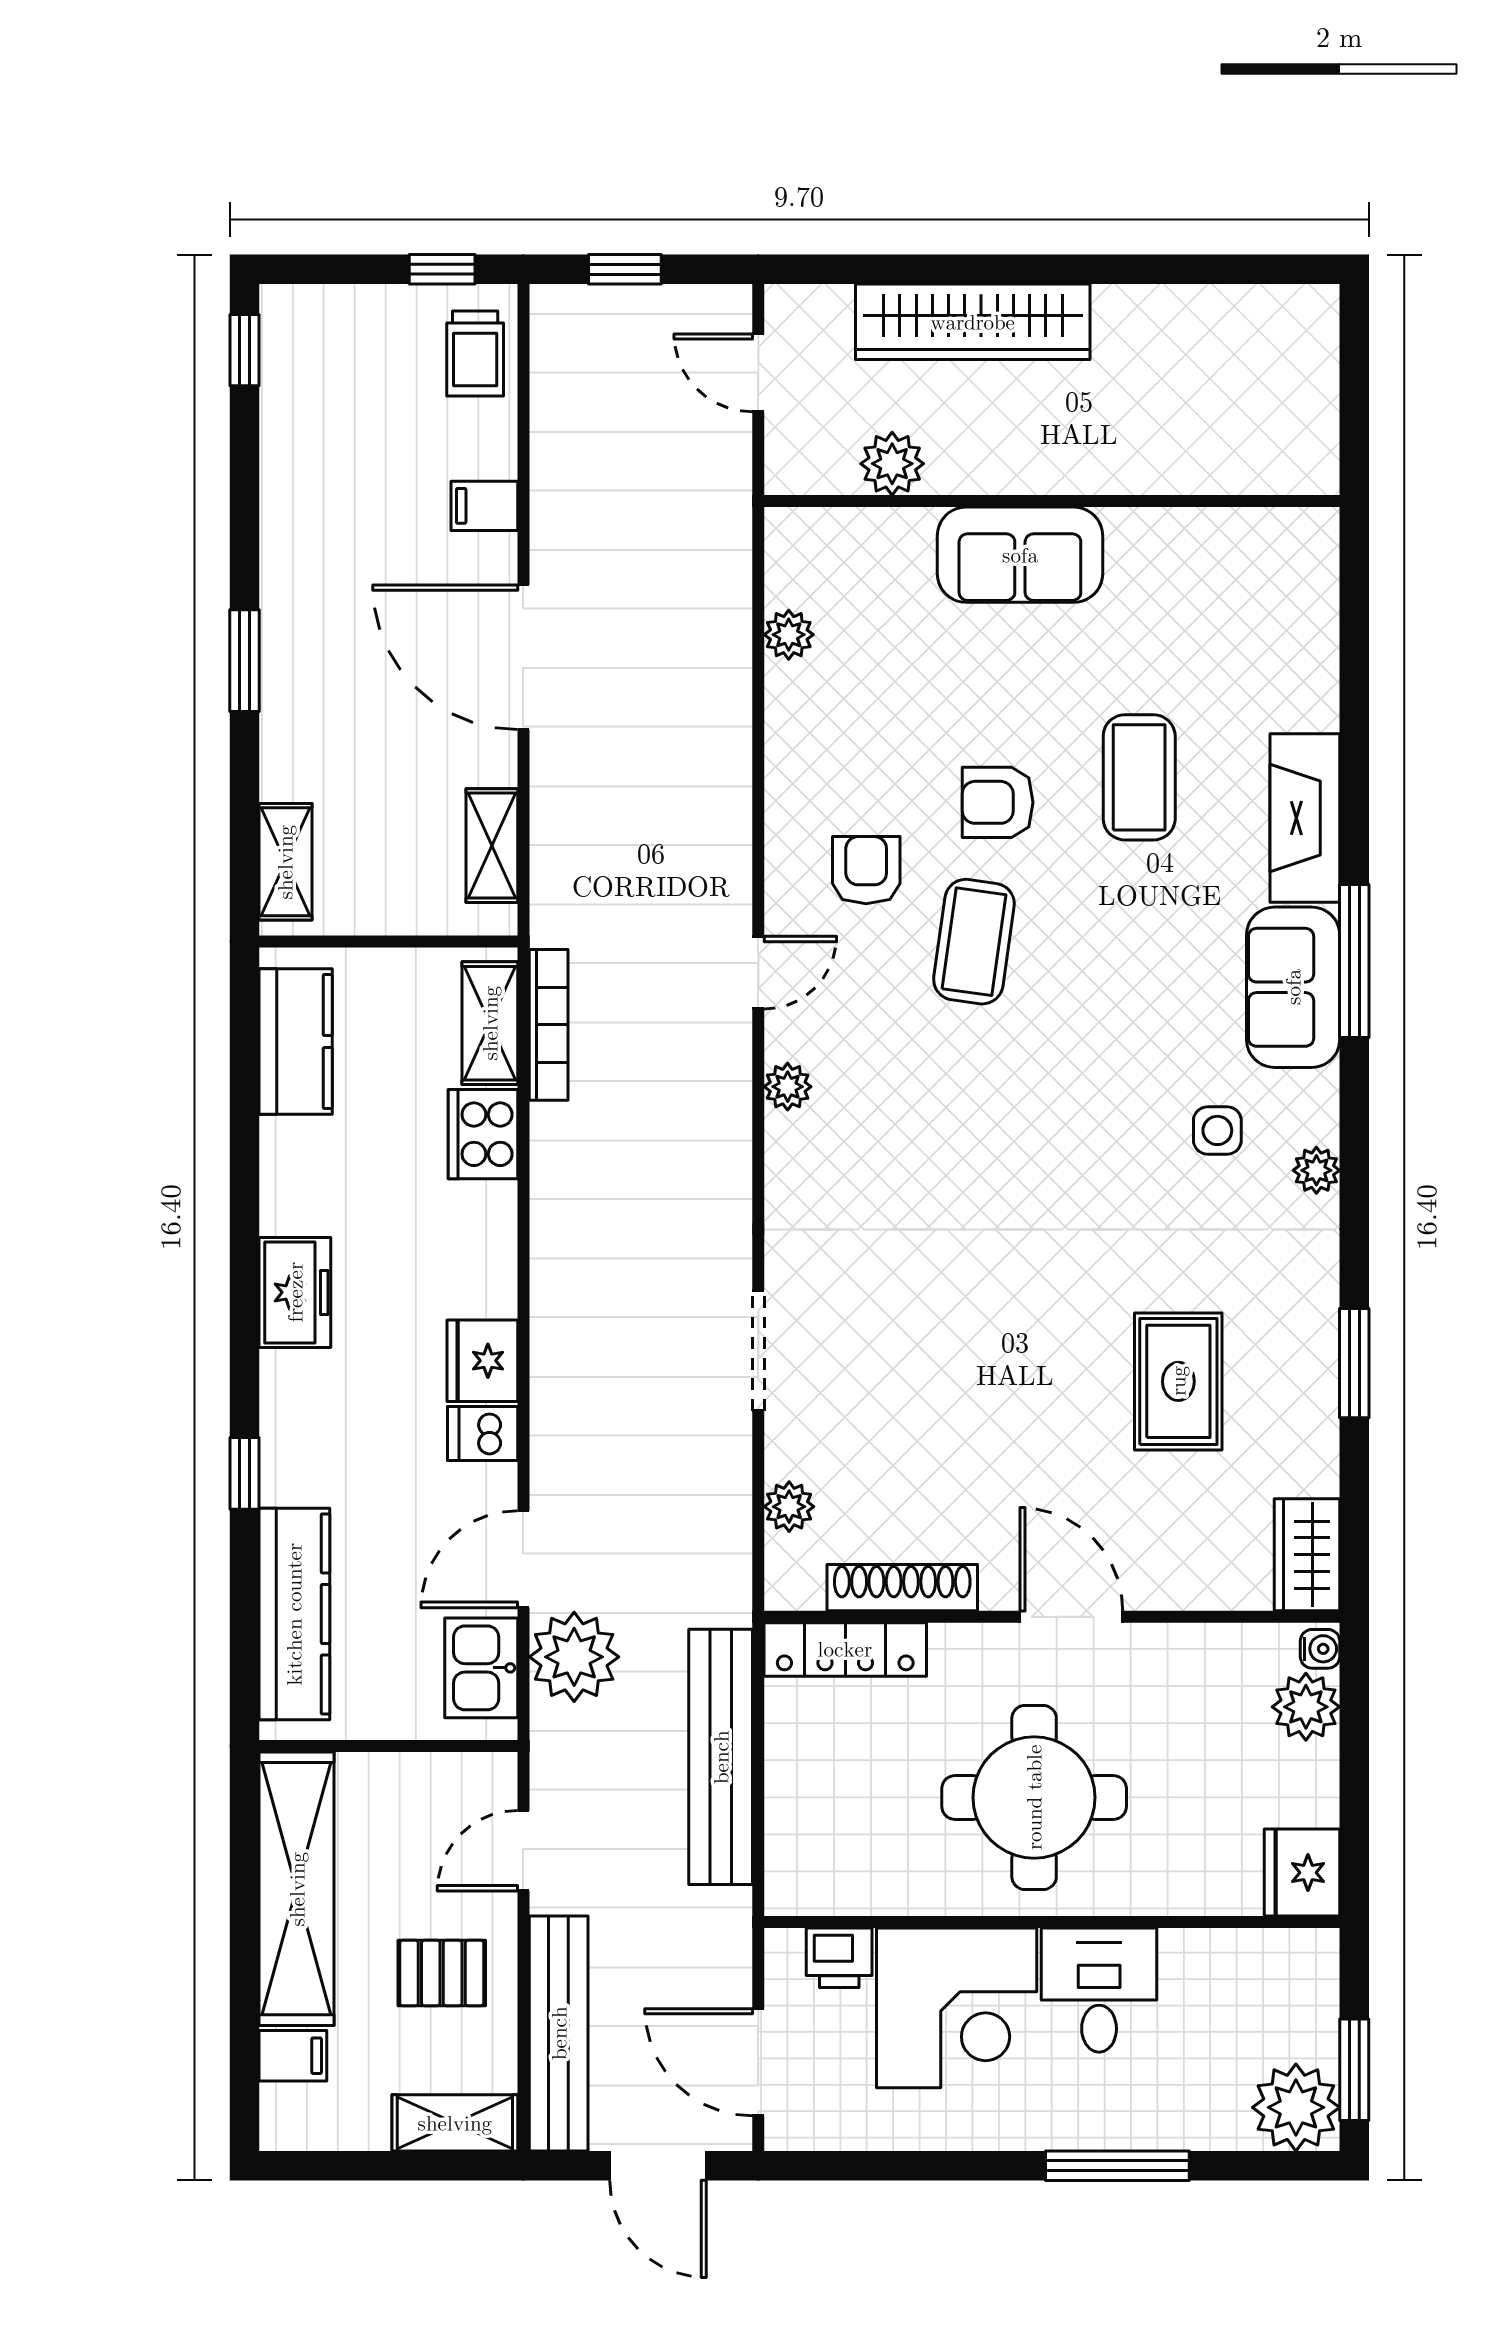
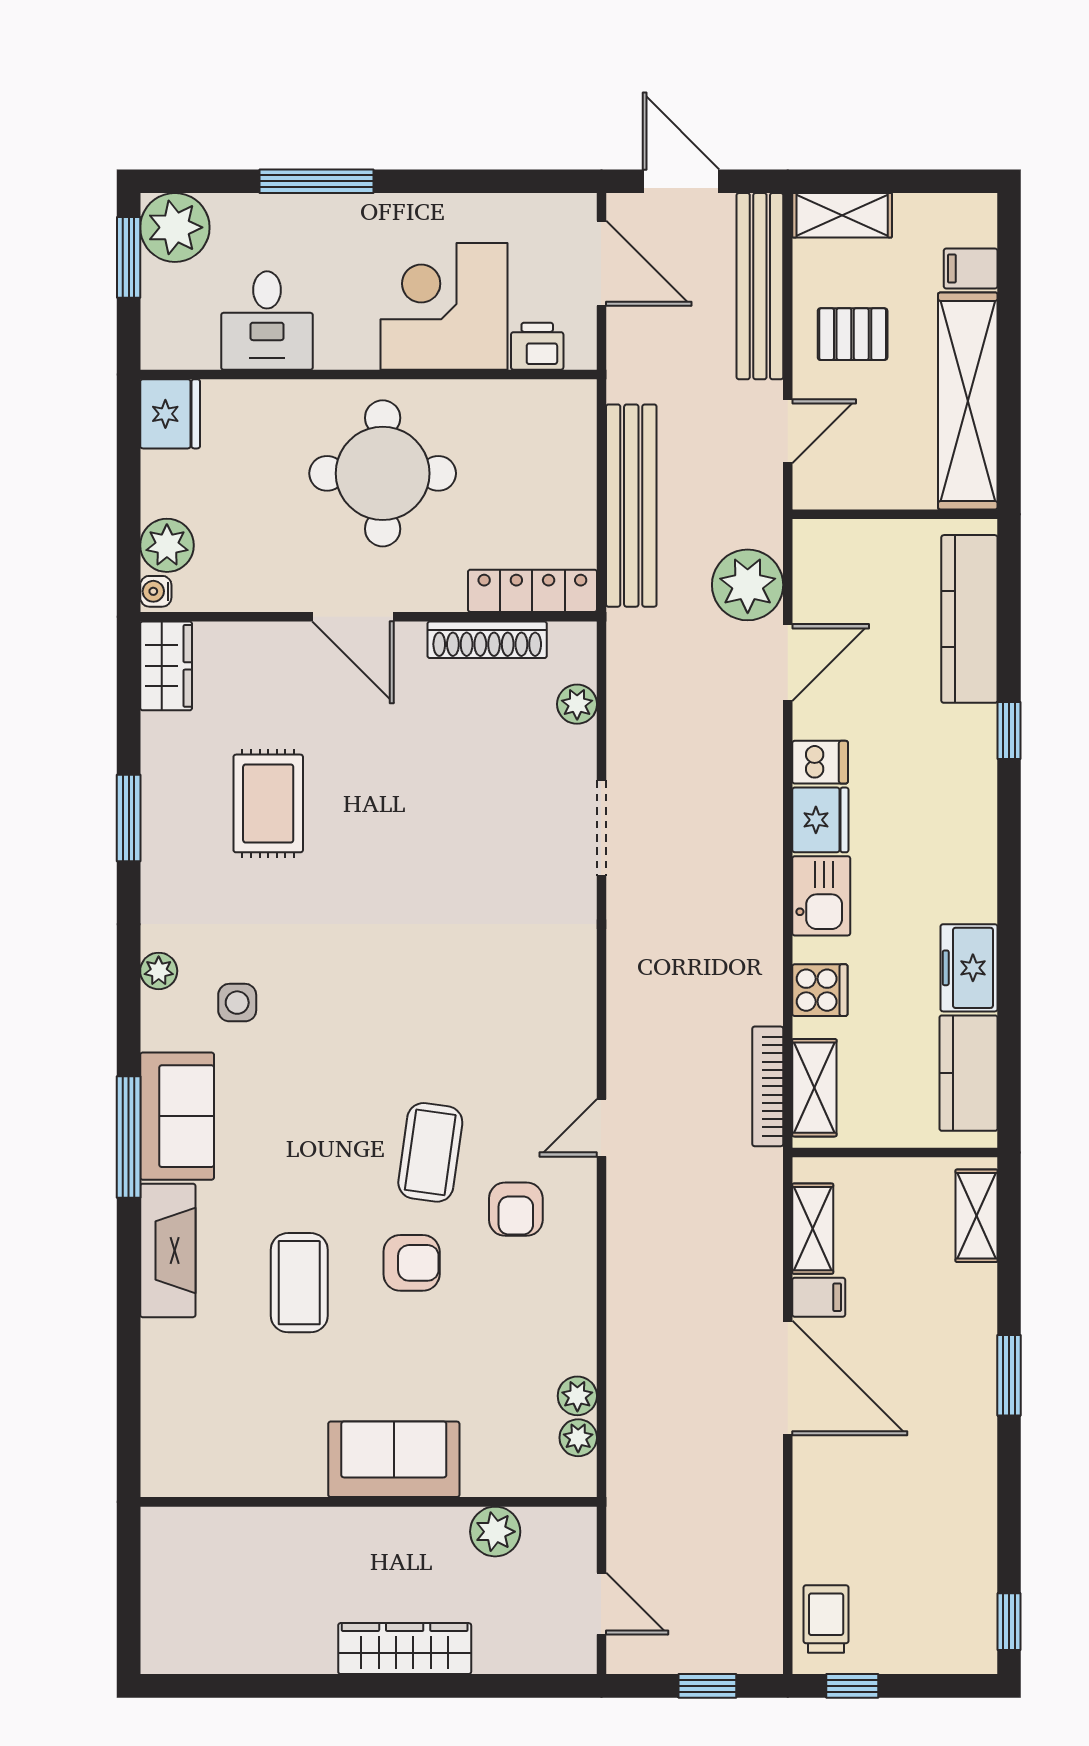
wardrobe: (973, 322) -> (405, 1649), width x0.71, depth x0.85
filing cabinet: (484, 506) -> (819, 1297), moved
plant: (788, 1087) -> (578, 1438), moved
cooker: (483, 1134) -> (820, 990), width x0.73
freezer: (295, 1292) -> (969, 968), moved
kitchen sink: (481, 1668) -> (821, 896), moved
desk: (1099, 1990) -> (267, 321), moved

